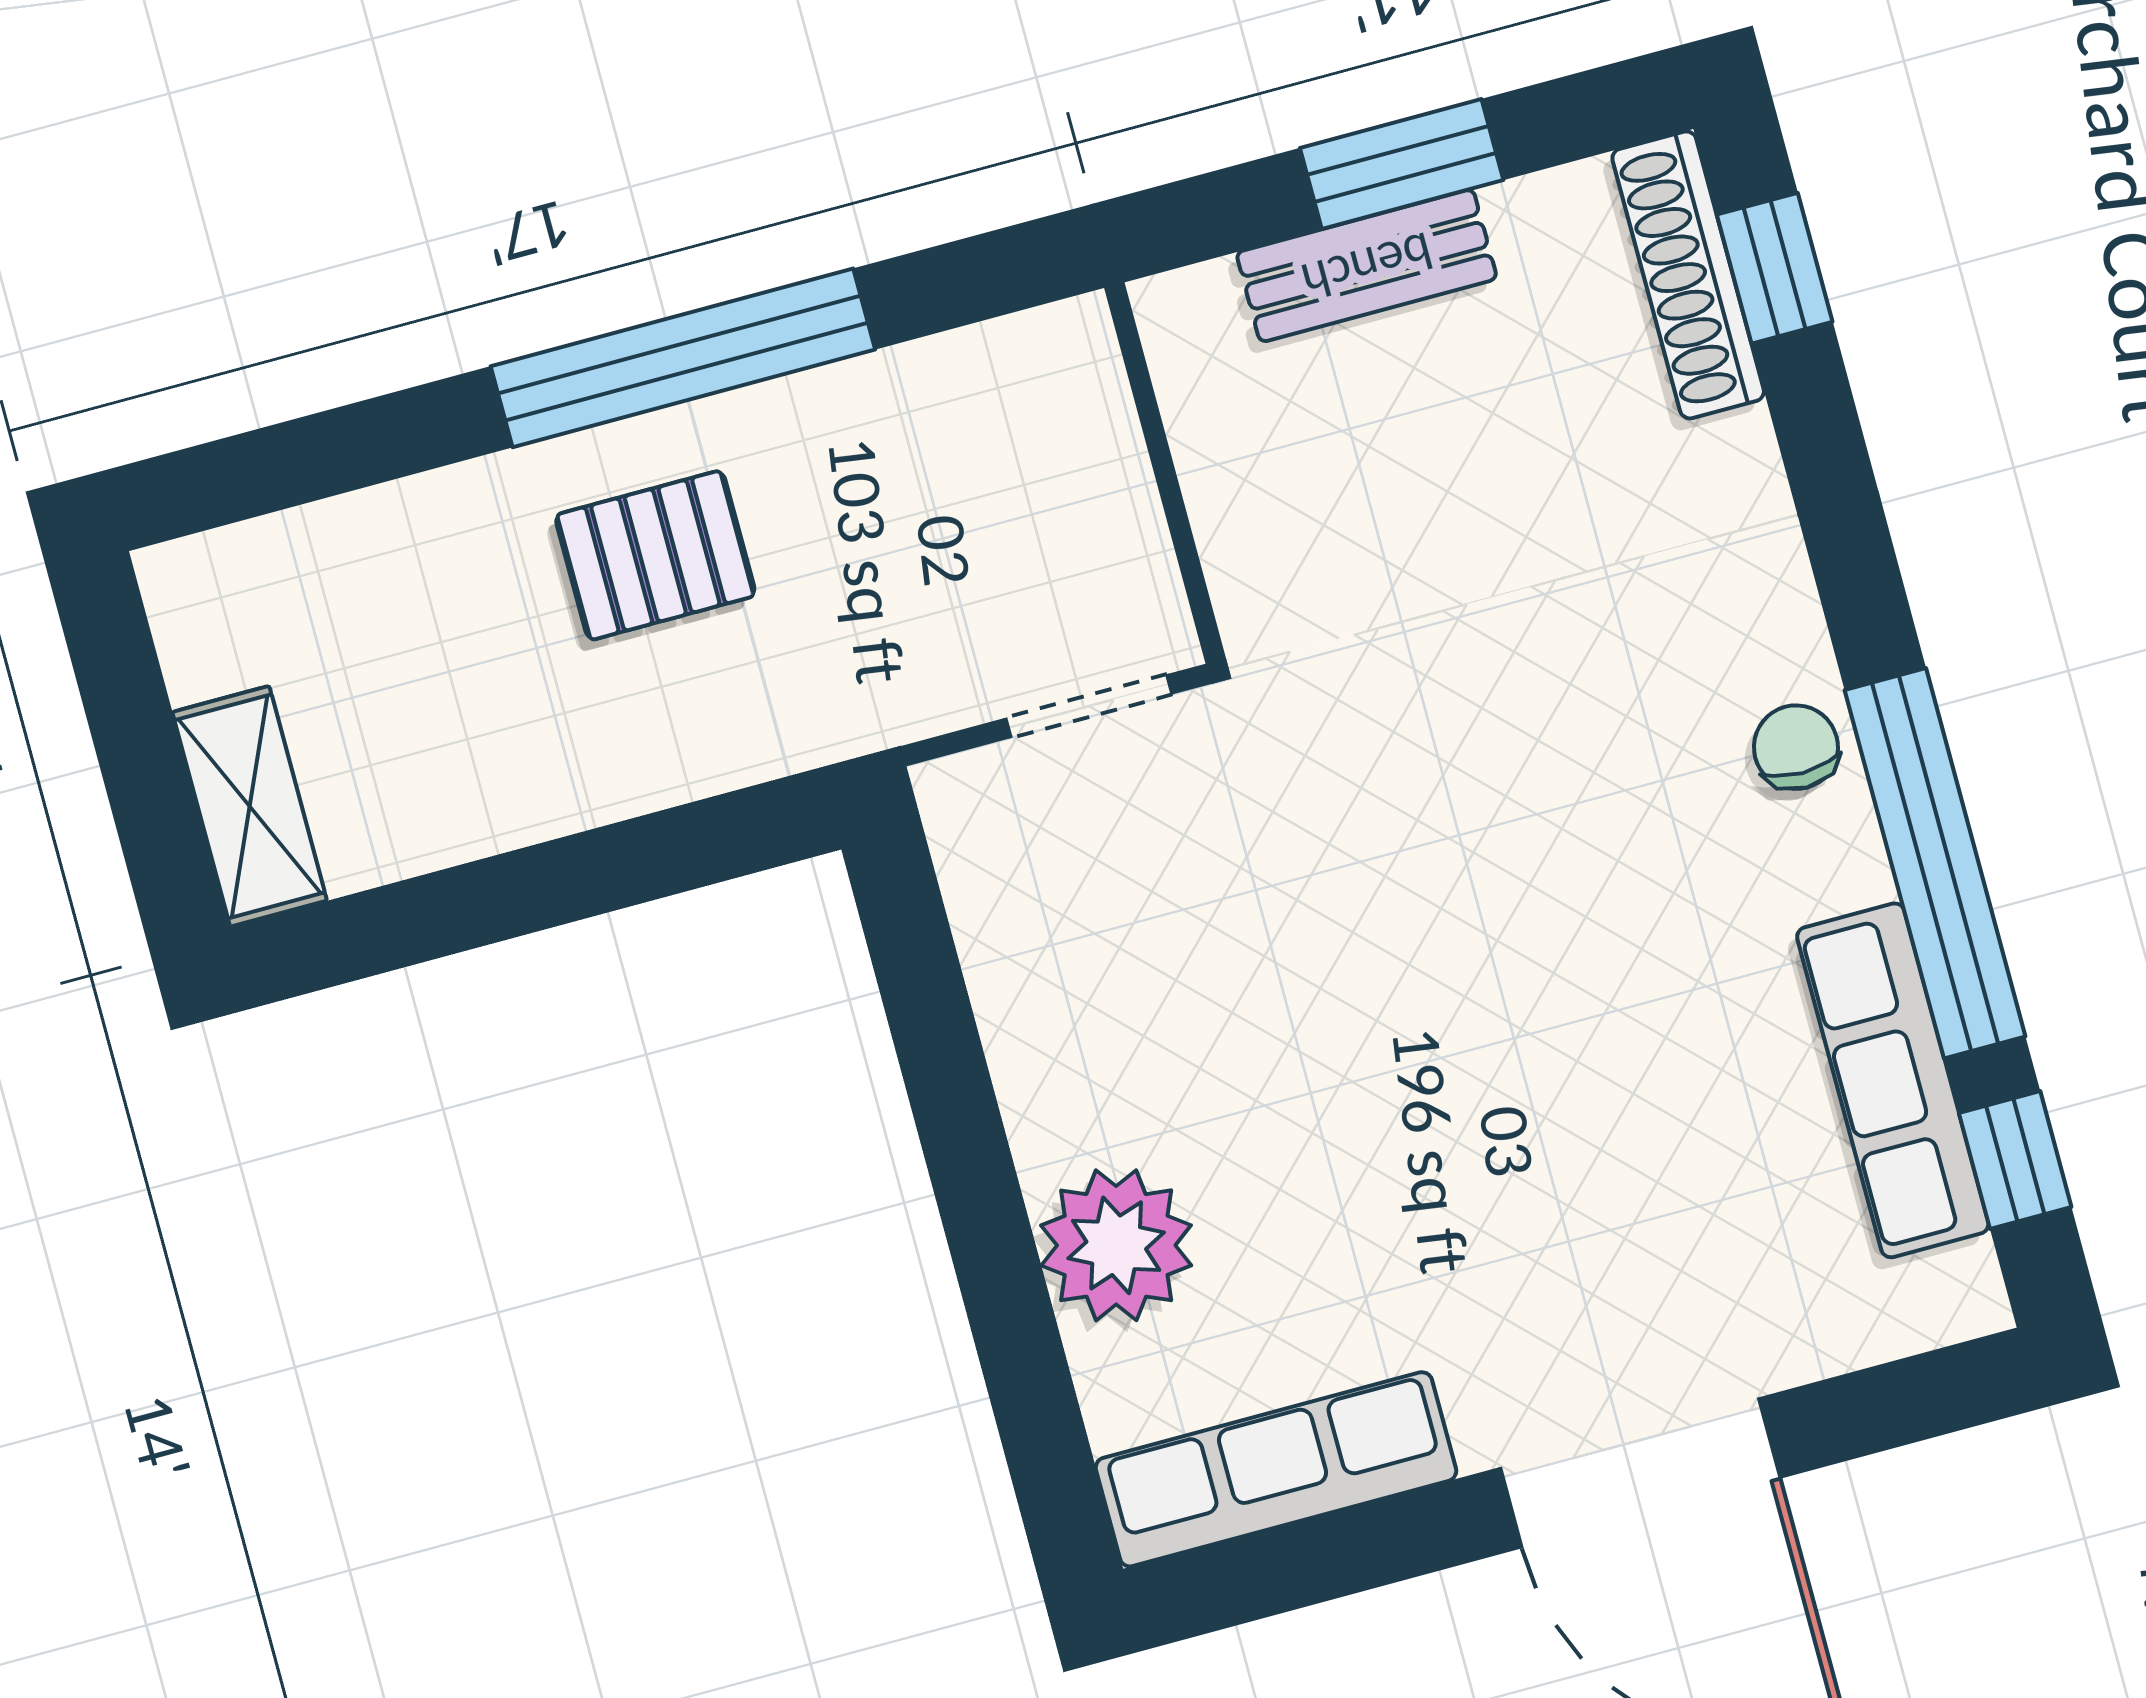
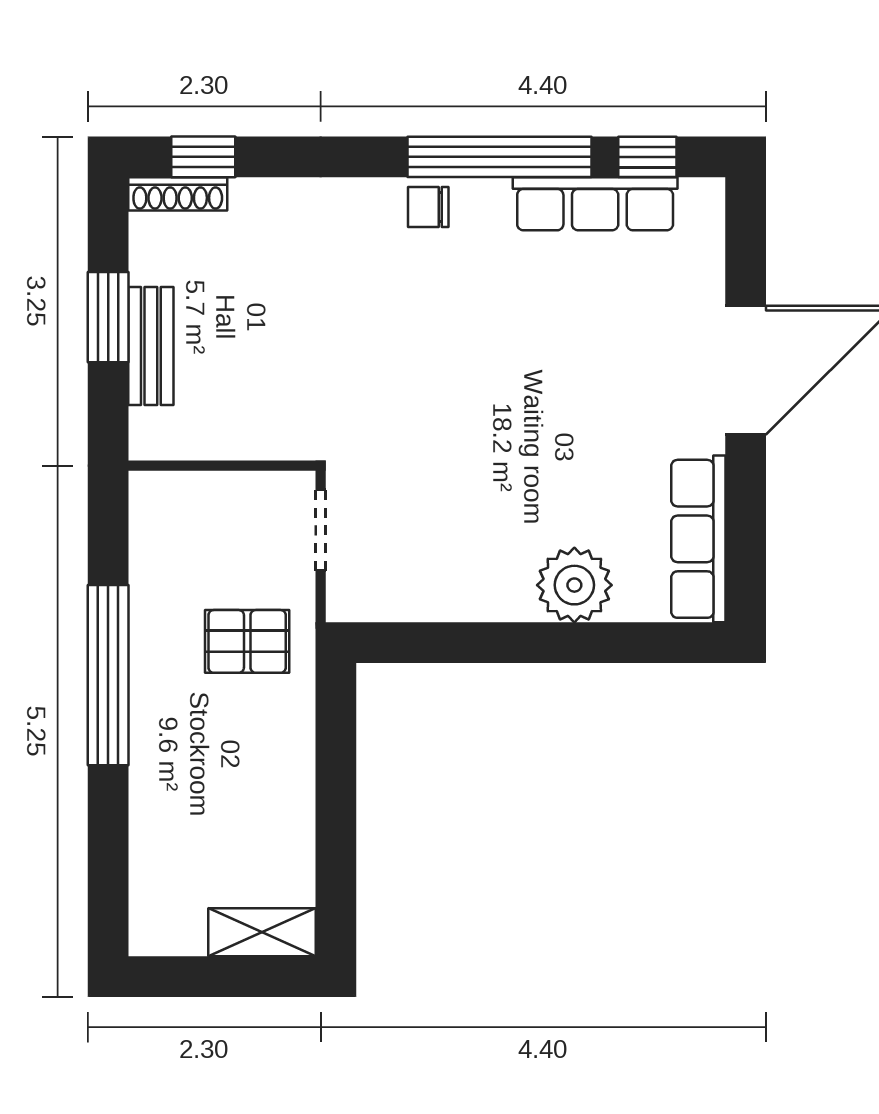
shoe rack: (1688, 275) -> (178, 194), width x0.74, depth x0.81
pallet: (655, 555) -> (247, 641), moved, turned 90

